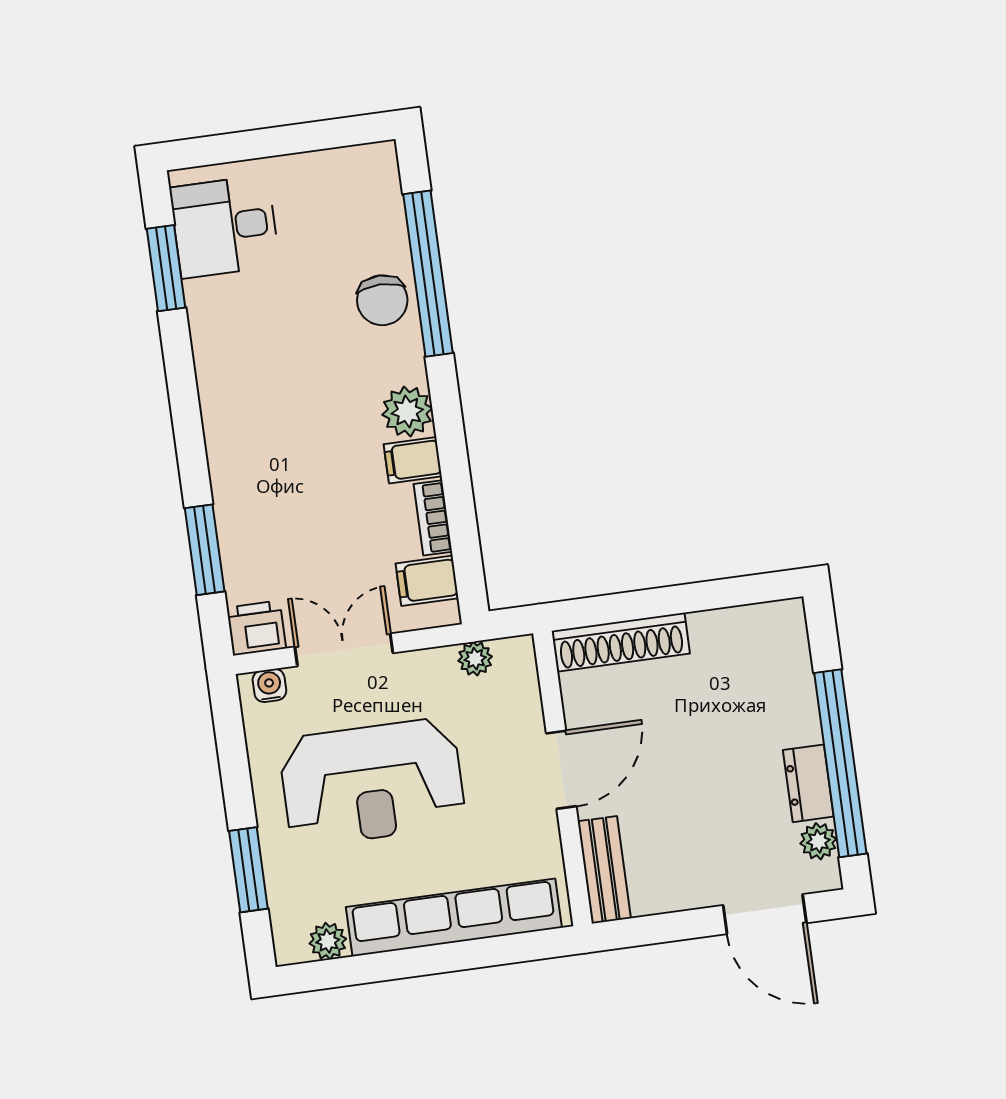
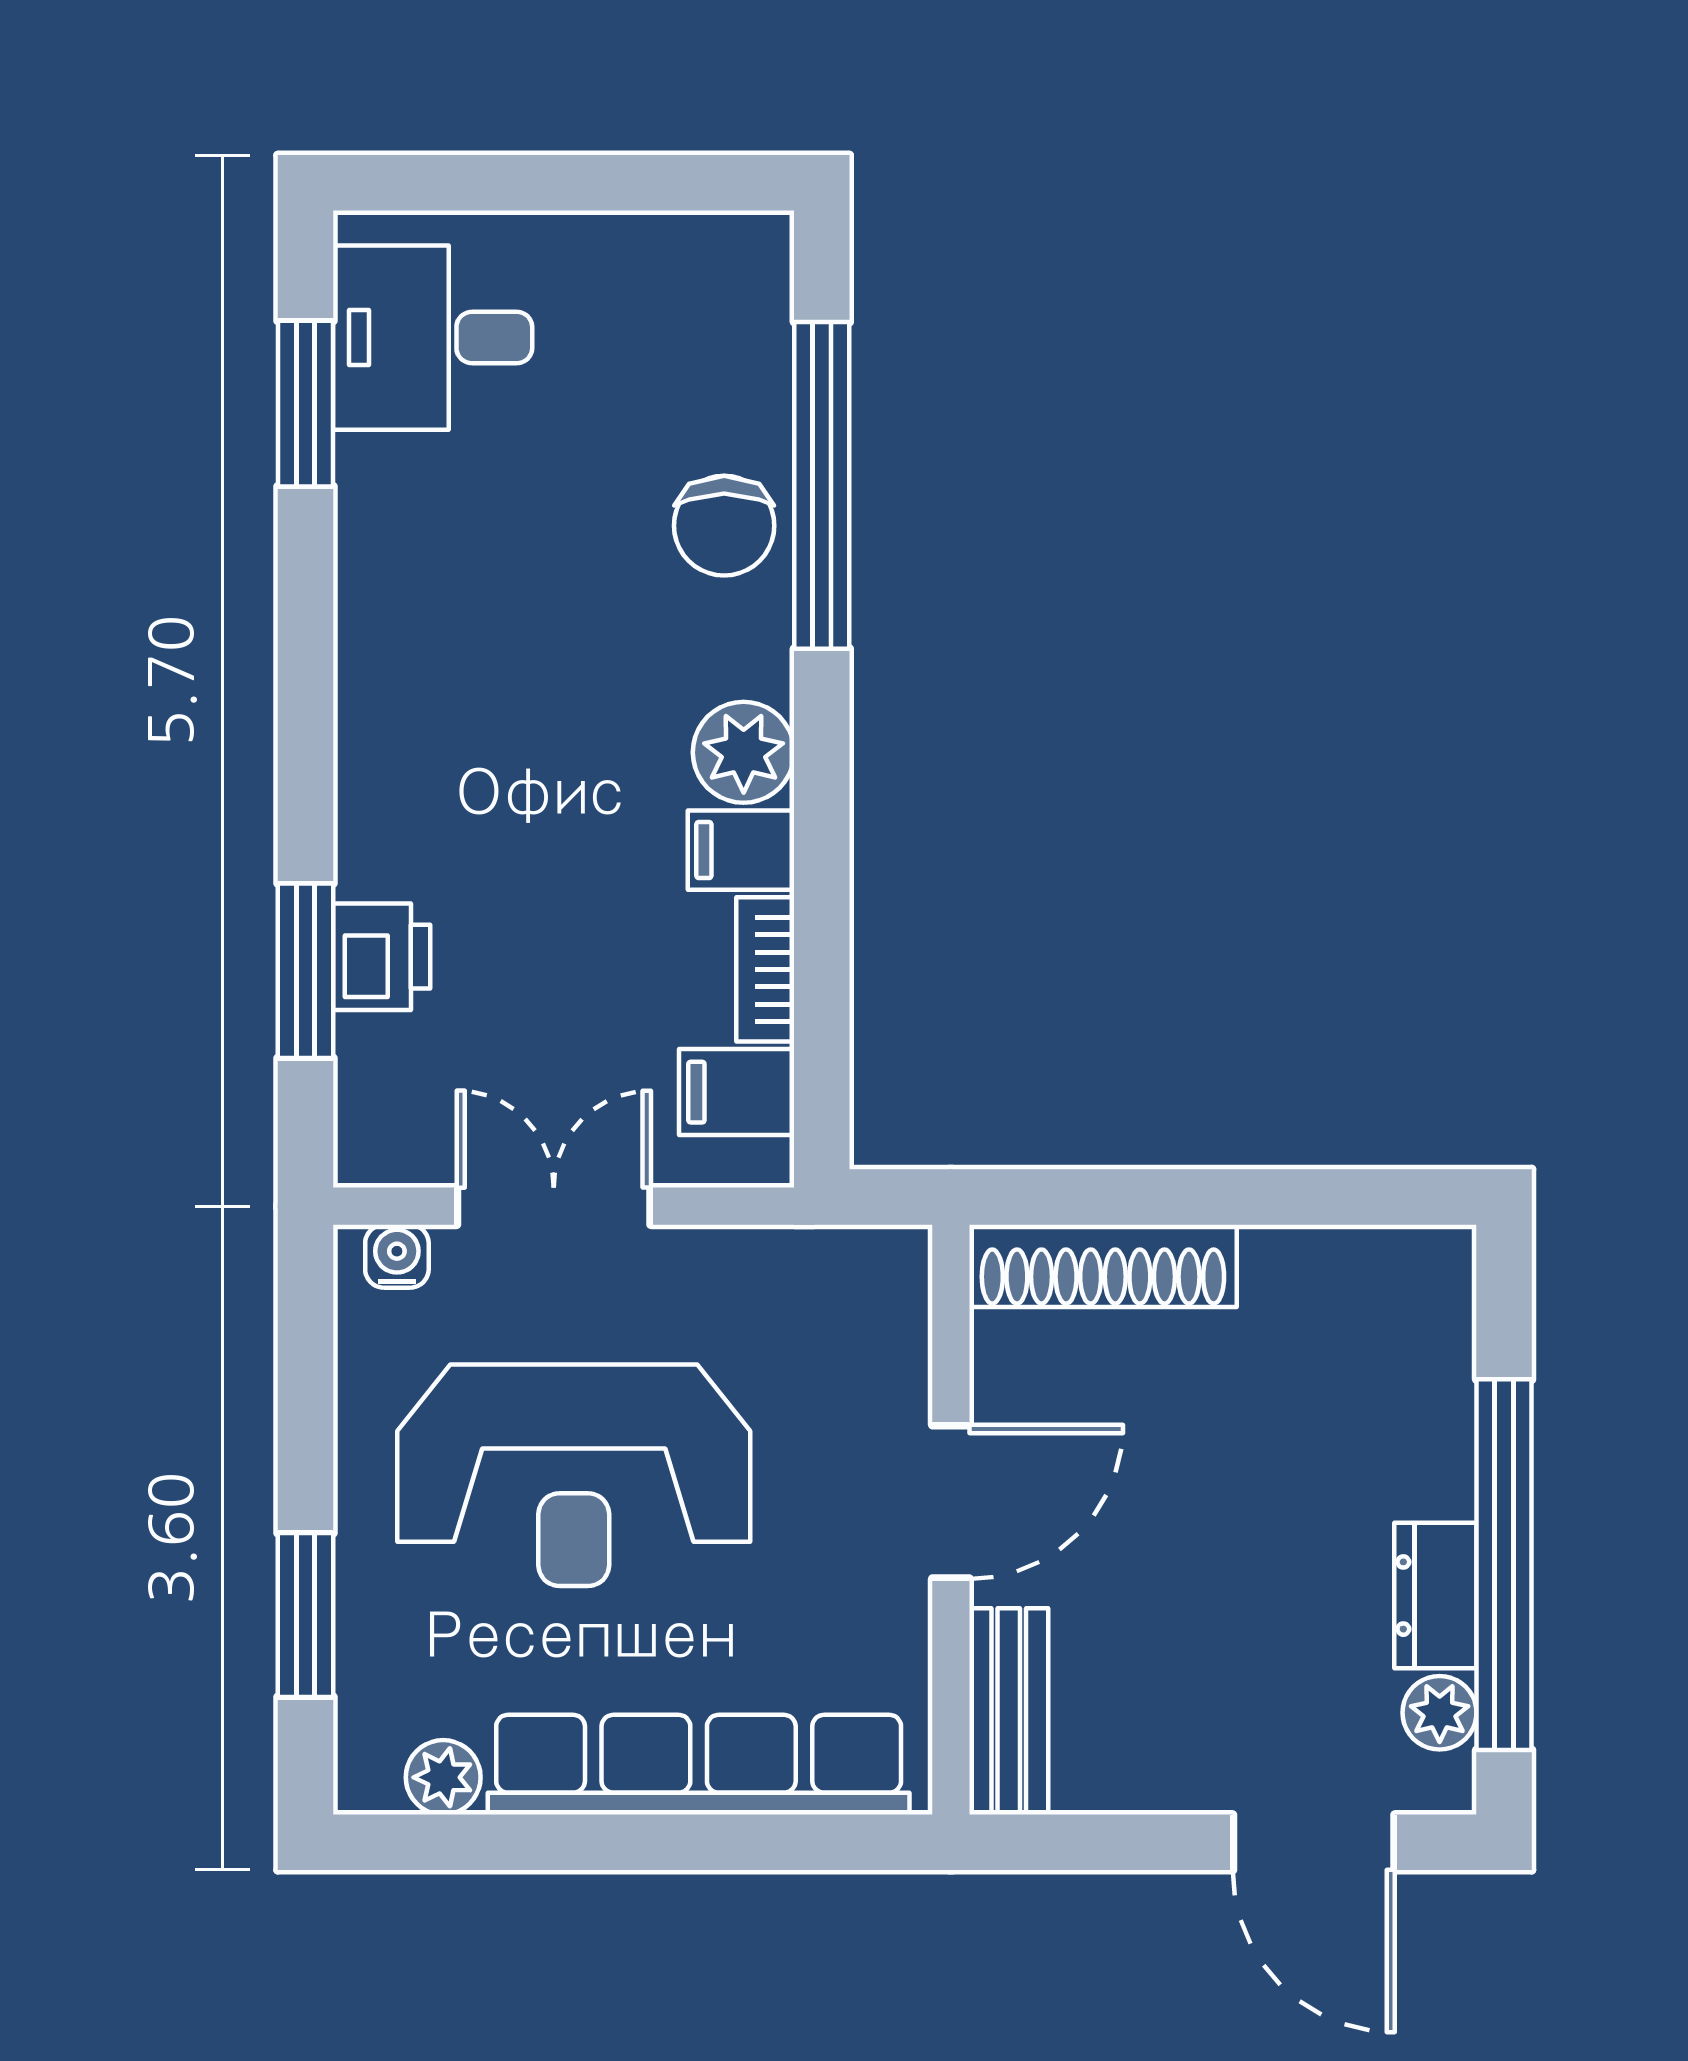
printer: (256, 628) -> (382, 957), moved, turned 90
plant: (475, 659) -> (811, 1259), removed

